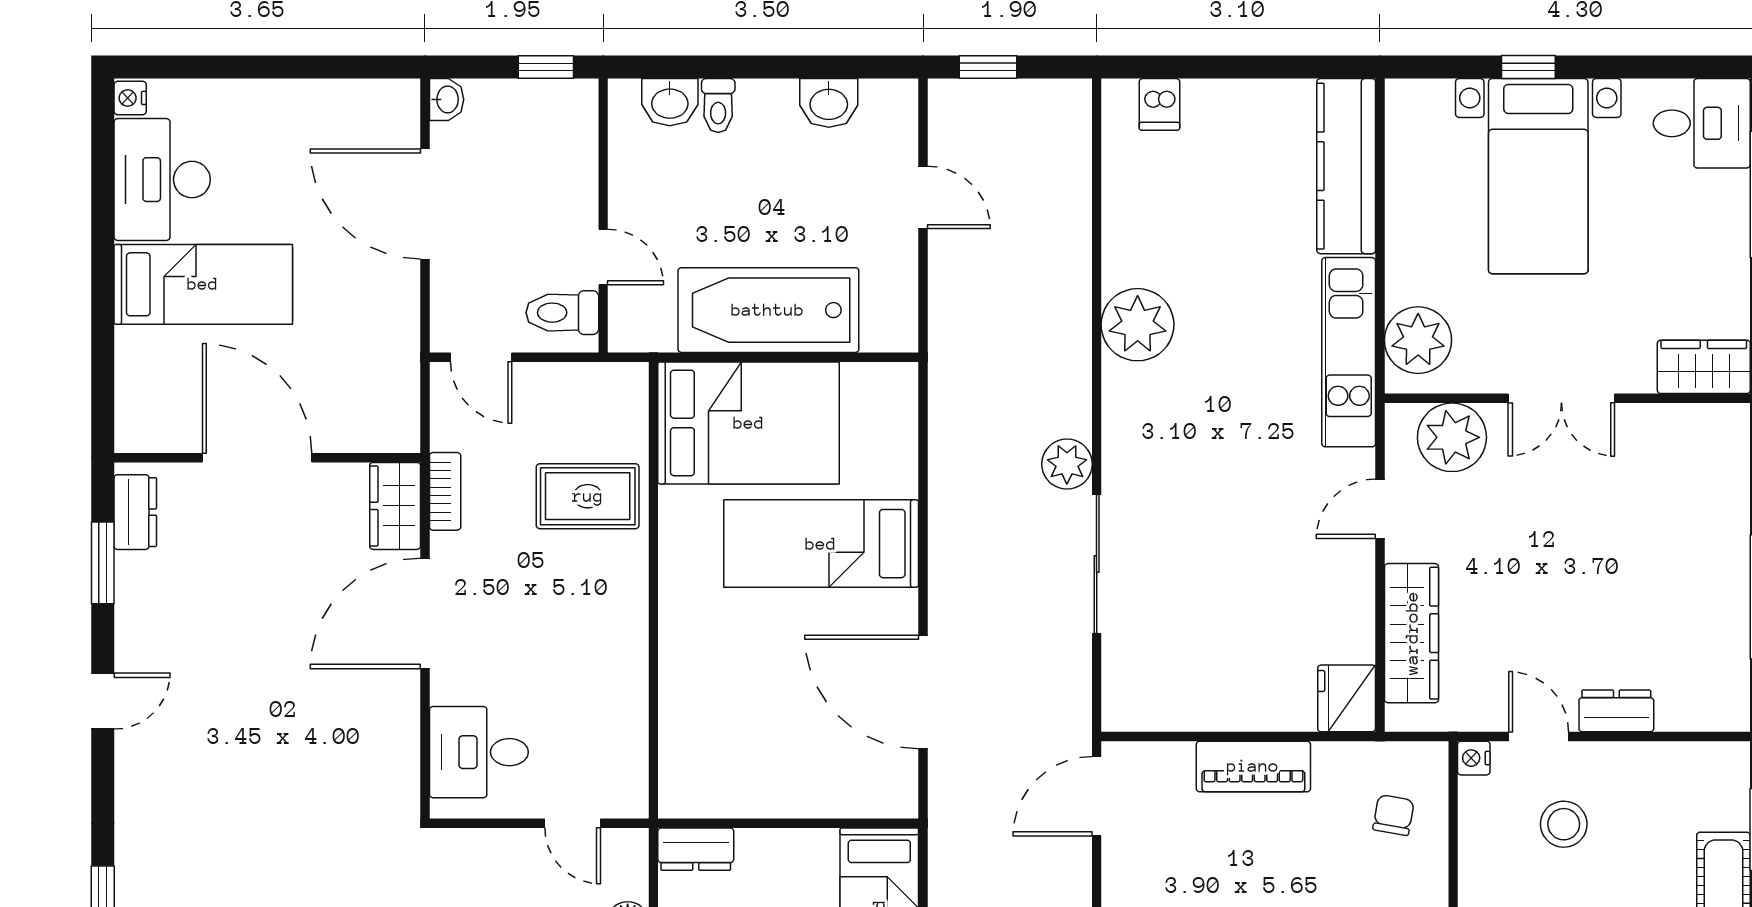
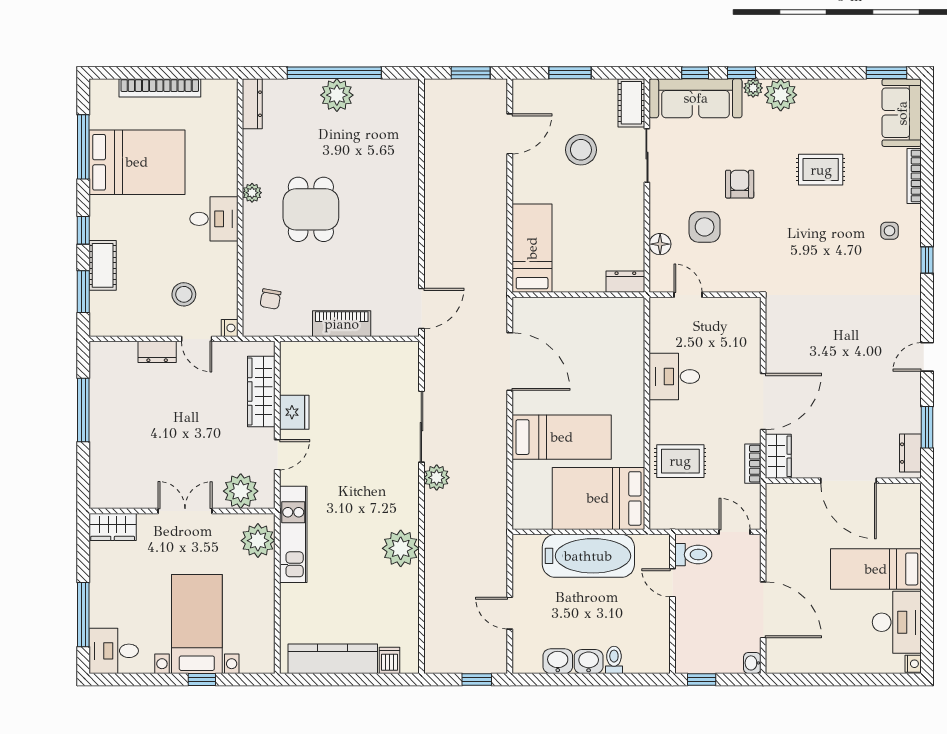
washbasin: (670, 102) -> (589, 662), moved
kitchen counter: (1346, 166) -> (333, 659), moved, turned -90
fridge: (1347, 698) -> (294, 412), moved
desk: (479, 752) -> (674, 377), moved, turned 180

